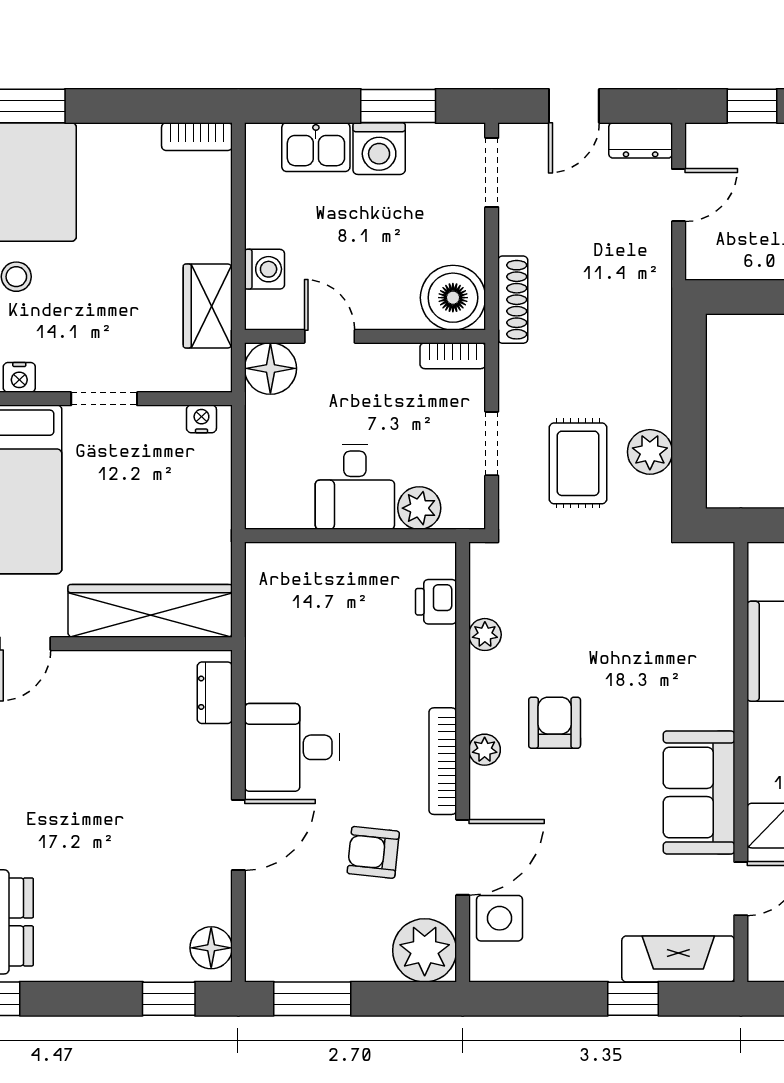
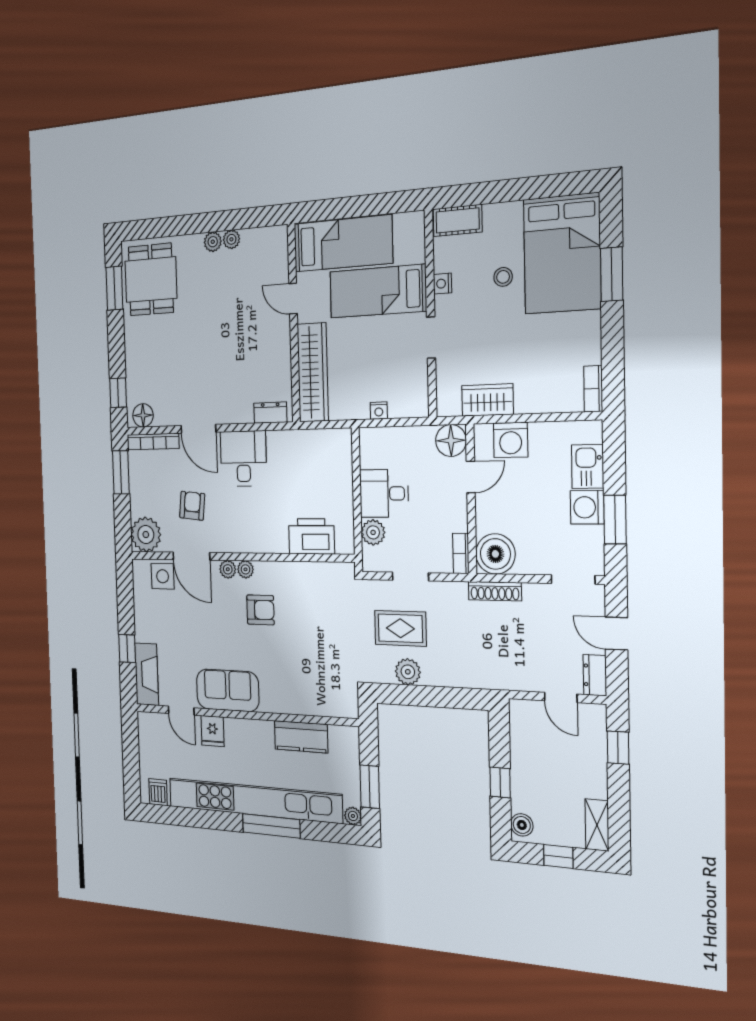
washing machine: (265, 269) -> (511, 440), width x1.38, depth x1.38
nightstand: (201, 419) -> (379, 411), moved, turned 90
printer: (436, 602) -> (311, 536), width x1.87, depth x1.48
plant: (485, 635) -> (228, 569), moved
bookcase: (443, 761) -> (153, 442), moved, turned 180

